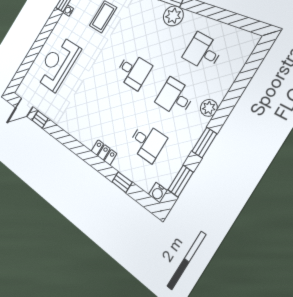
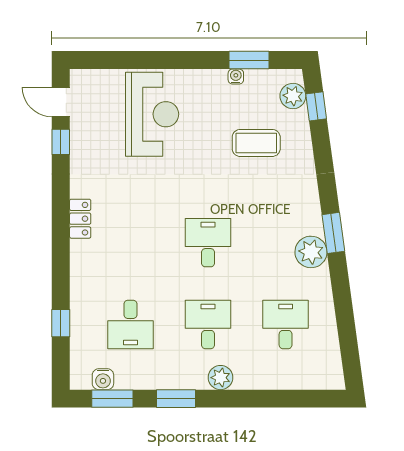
reception desk: (58, 64) -> (152, 114), turned 90
desk: (133, 71) -> (208, 243), turned 180
locker: (104, 152) -> (80, 219), moved
water cooler: (158, 193) -> (103, 379), moved, turned -90

